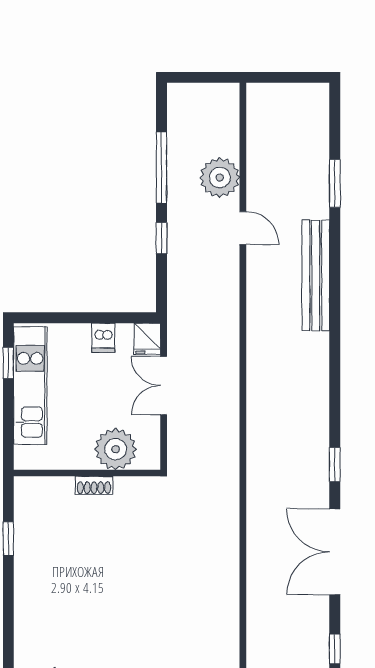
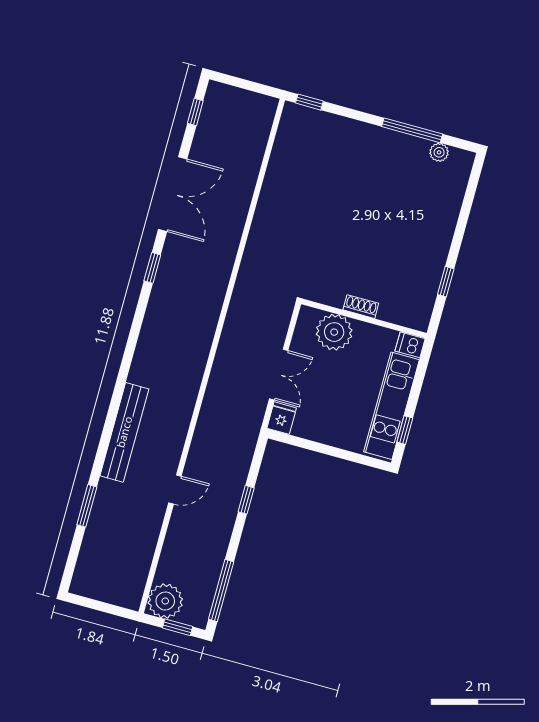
window: (198, 77) -> (178, 627), added
window: (162, 168) -> (221, 591), moved
plant: (220, 178) -> (165, 601), moved
door: (243, 228) -> (175, 489), swing flipped
dishwasher: (103, 338) -> (410, 345), moved, turned -90

